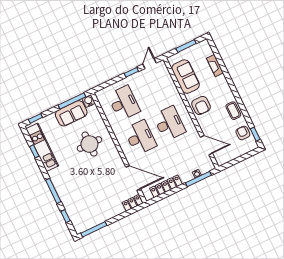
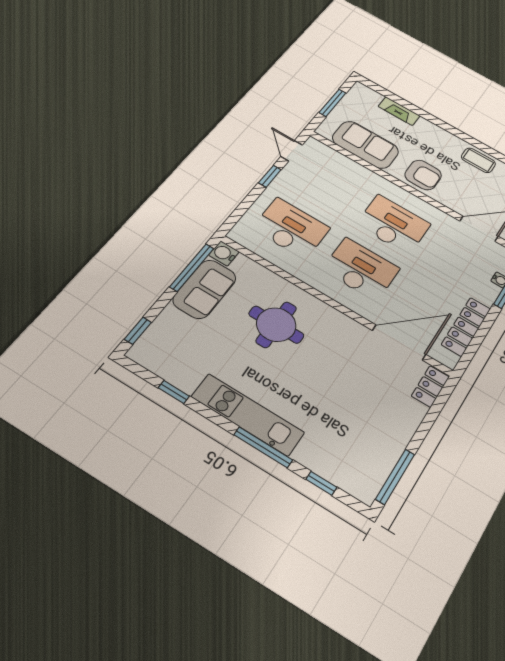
kitchen unit: (42, 147) -> (248, 415), moved

